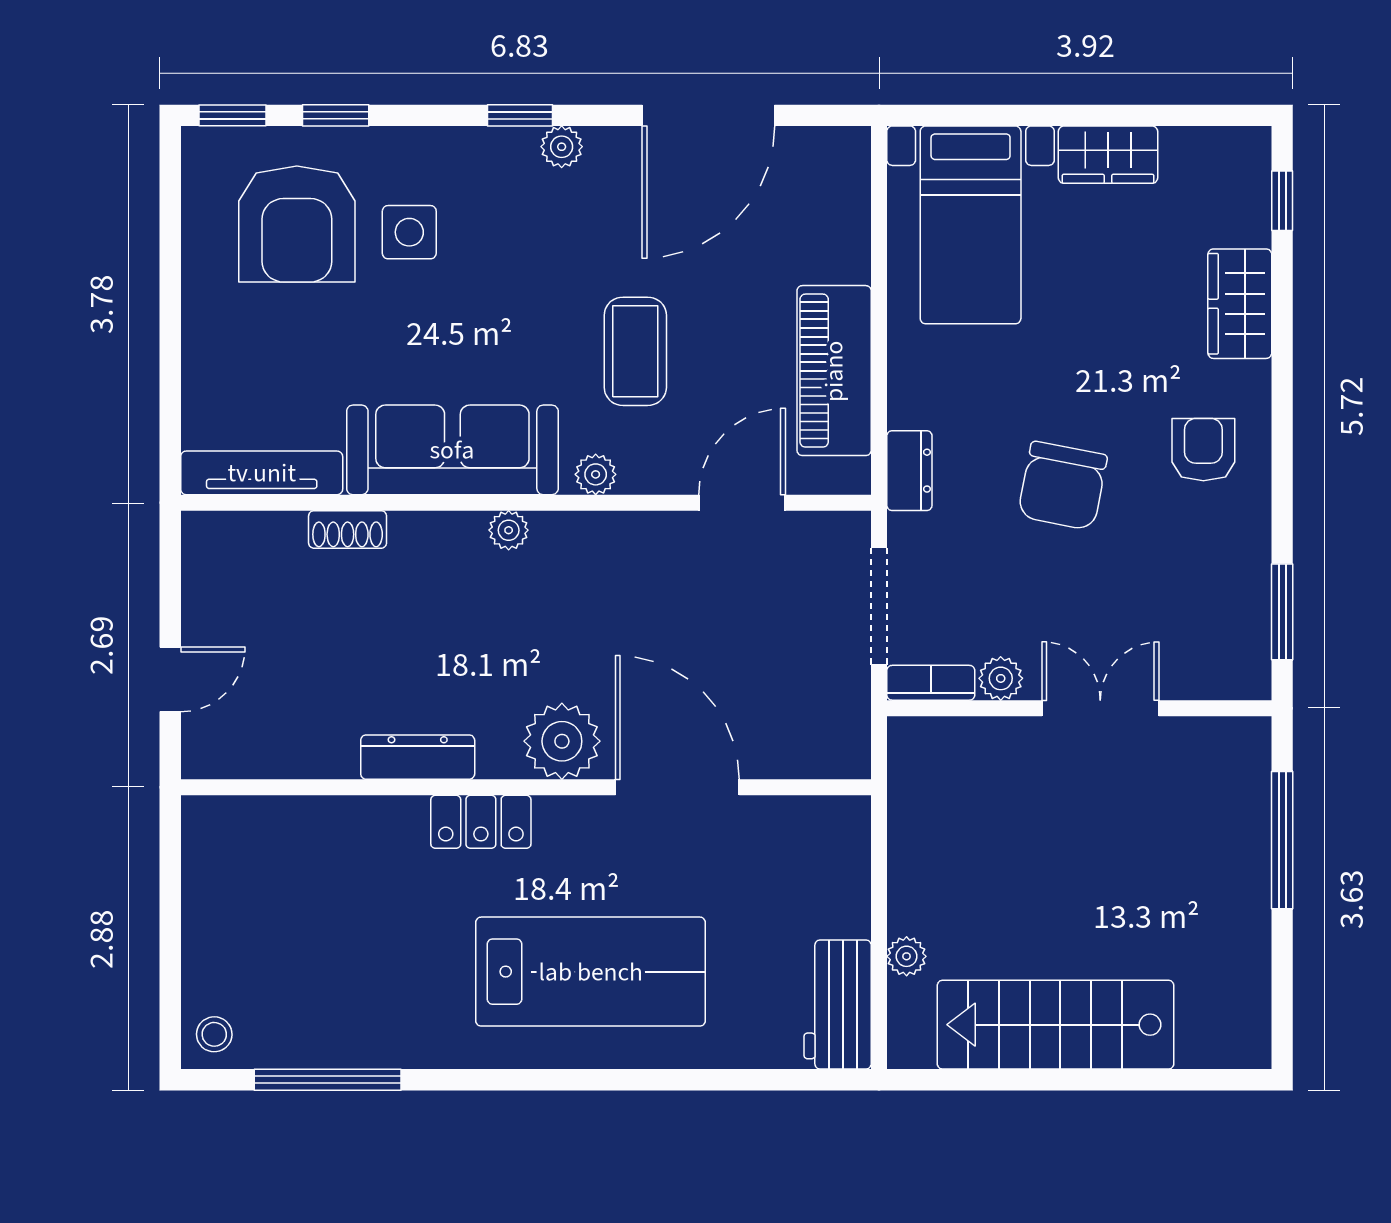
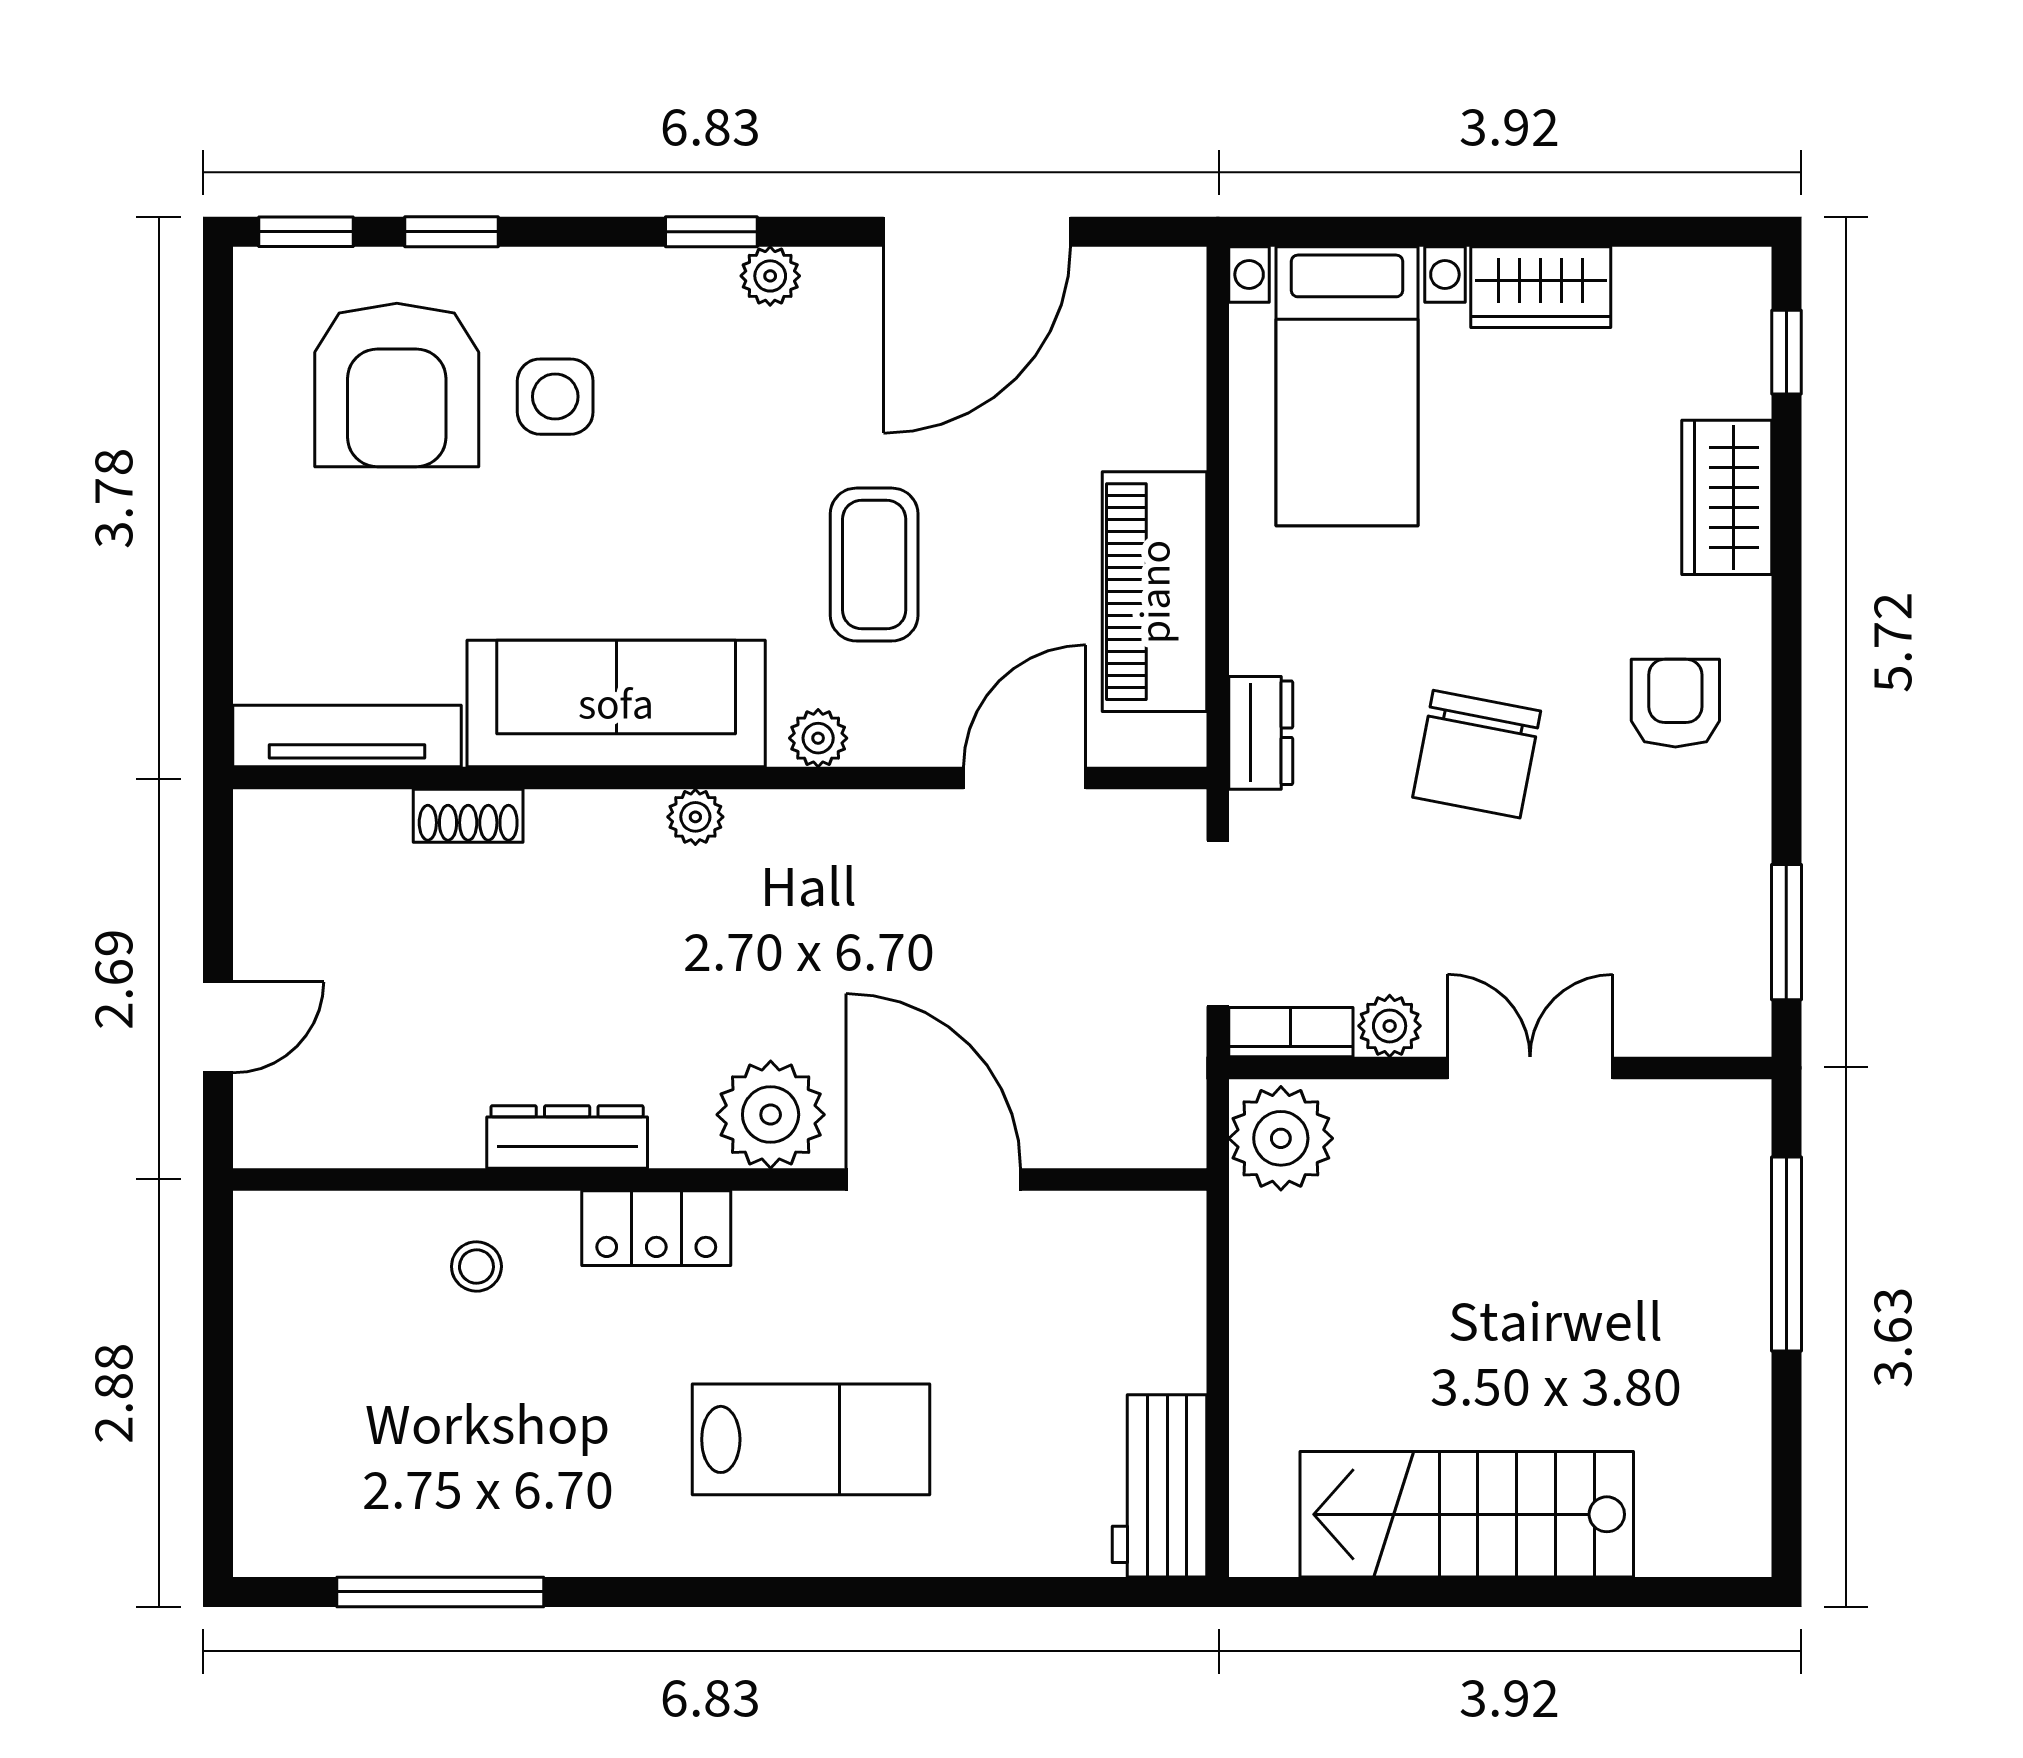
plant: (907, 956) -> (1281, 1138), moved, width x1.88, depth x1.88
lab bench: (591, 972) -> (811, 1439), width x0.73, depth x0.72
stool: (214, 1034) -> (476, 1266), moved

